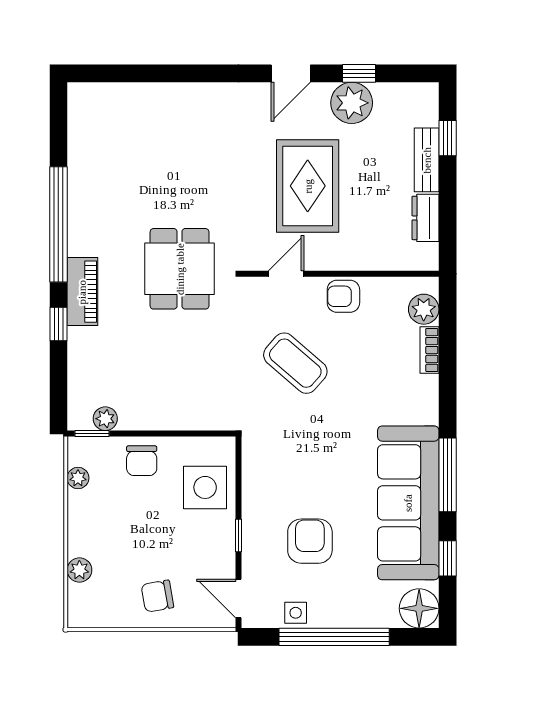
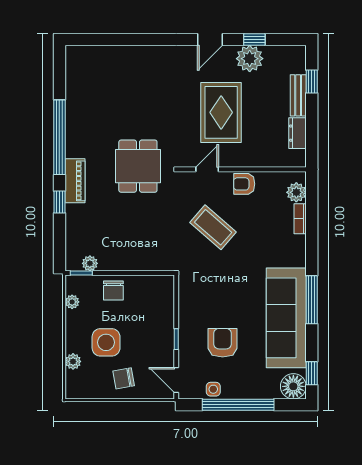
side table: (205, 487) -> (106, 342), moved
window: (448, 558) -> (312, 373), moved

